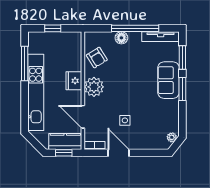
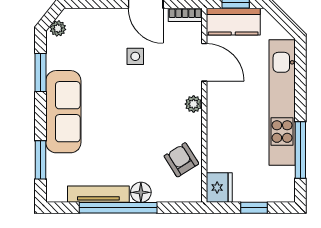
tv unit: (161, 37) -> (98, 194), moved
sofa: (169, 80) -> (63, 112), width x1.36
fridge: (74, 81) -> (219, 188), moved
plant: (94, 87) -> (194, 104), width x0.53, depth x0.53
window: (182, 89) -> (40, 72), moved

